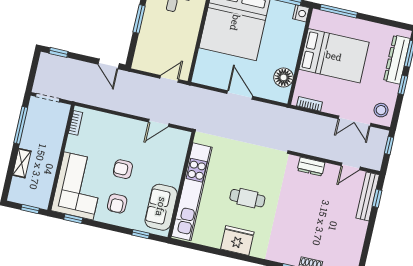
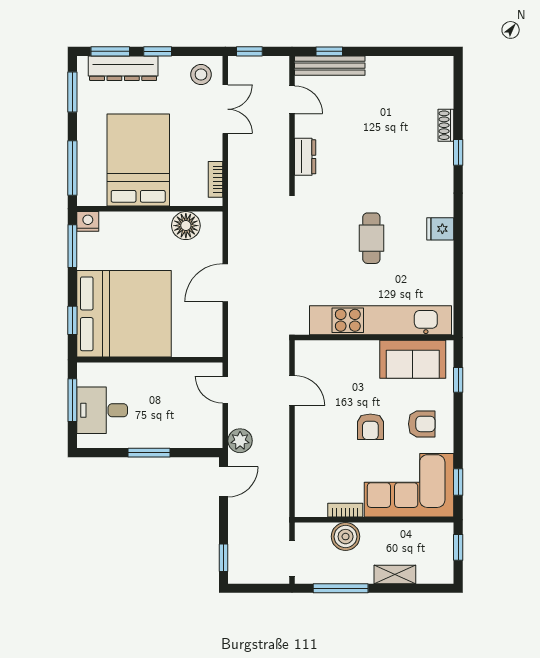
window: (389, 23) -> (72, 92), added
plant: (133, 81) -> (240, 441), added
bookcase: (76, 123) -> (345, 510), moved
boiler: (54, 136) -> (346, 537), added
fridge: (237, 240) -> (440, 229), width x0.53, depth x0.75

